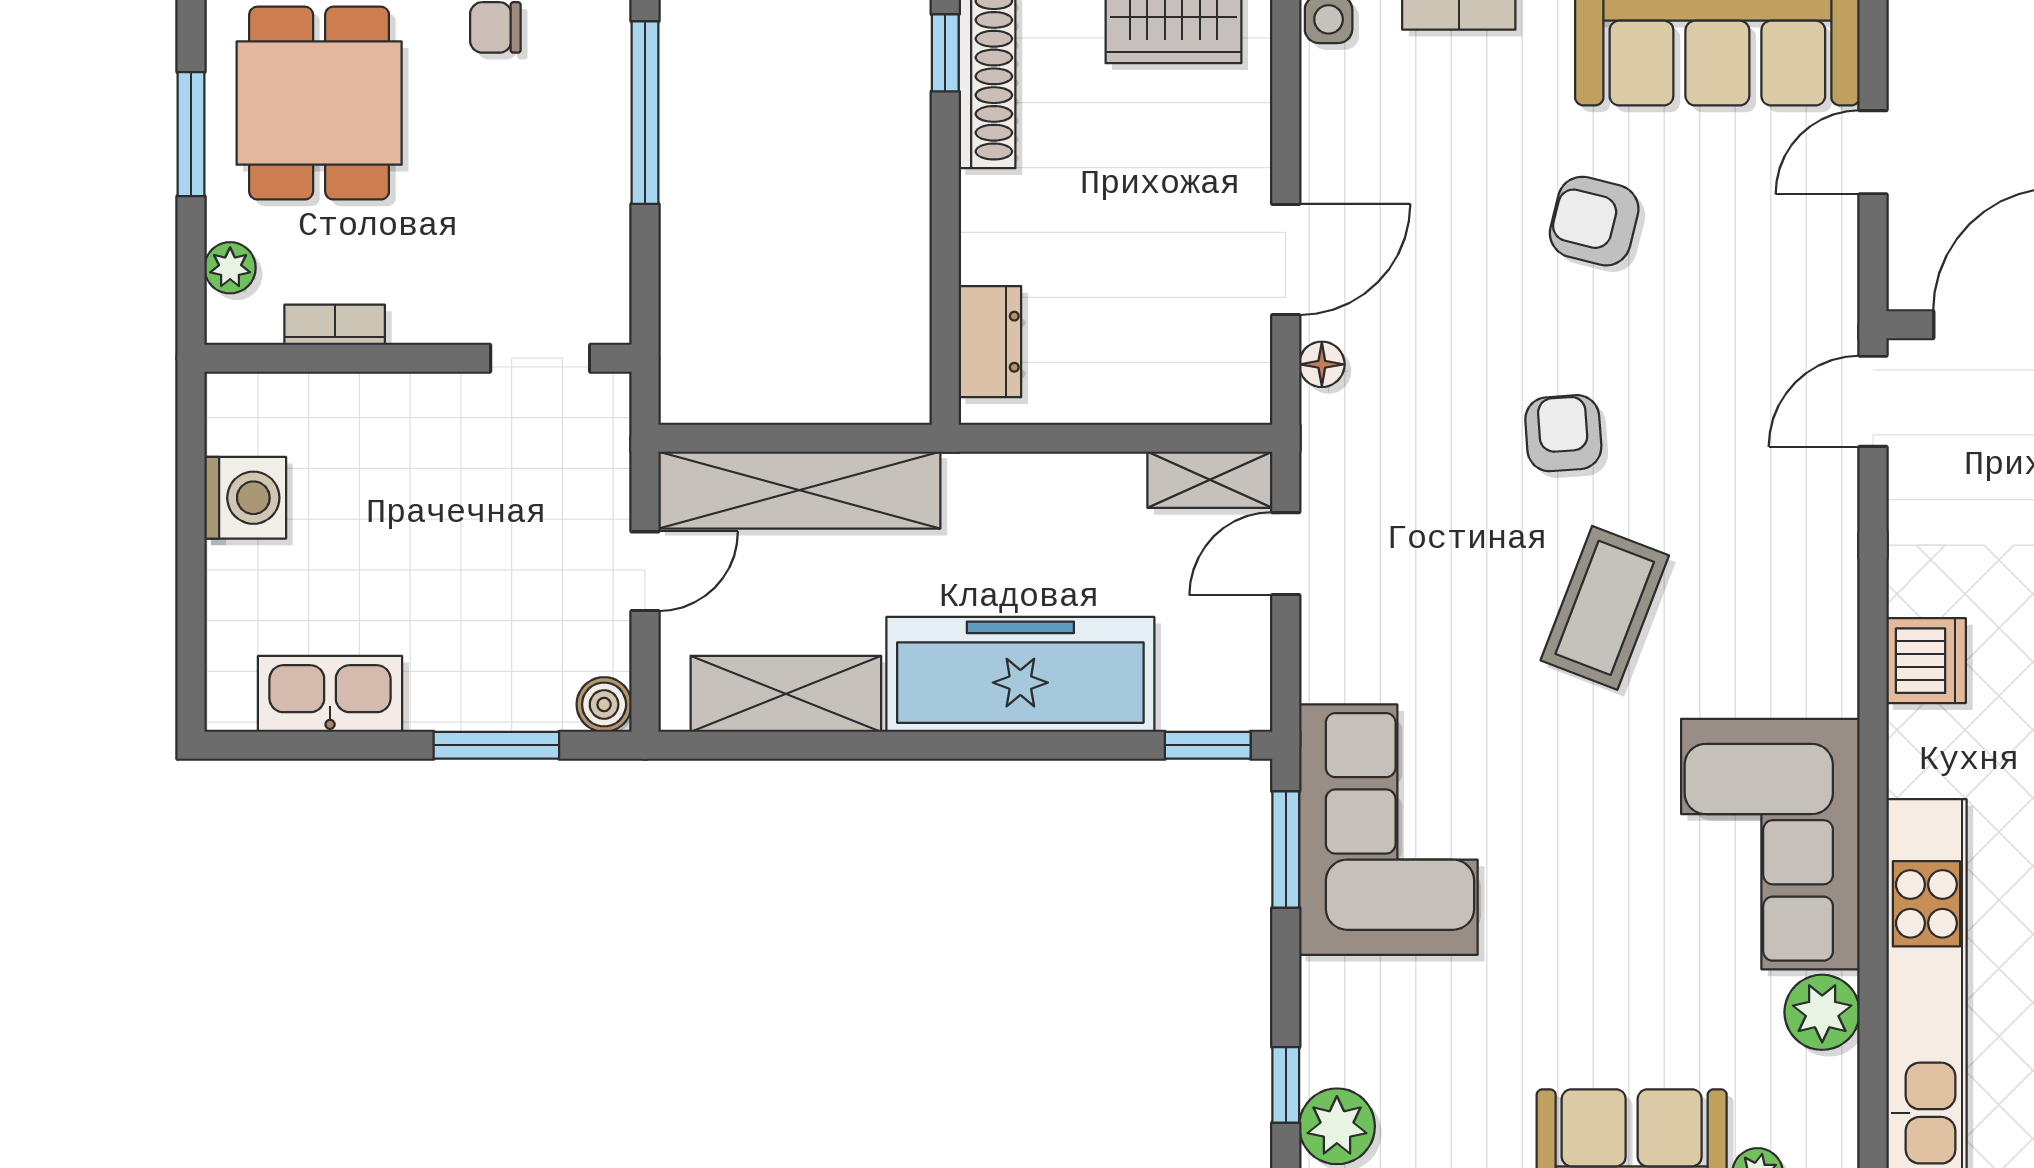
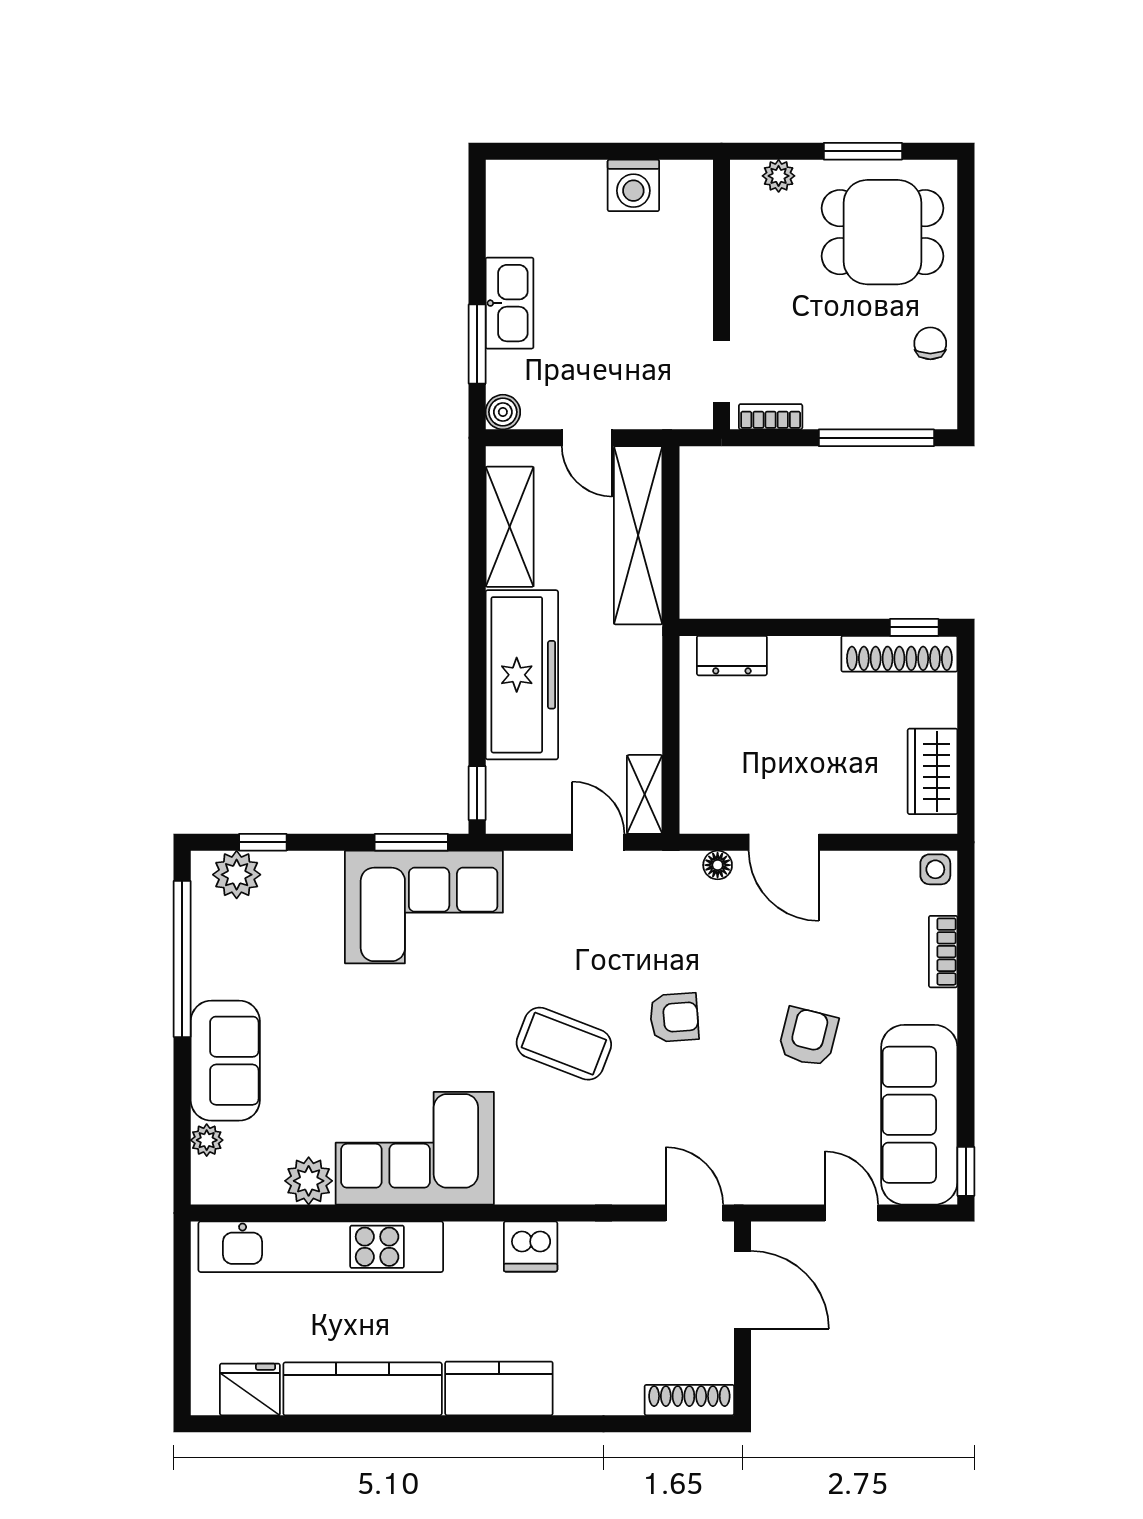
bookcase: (335, 325) -> (771, 417), moved, turned -90
kitchen sink: (330, 694) -> (510, 303), moved

